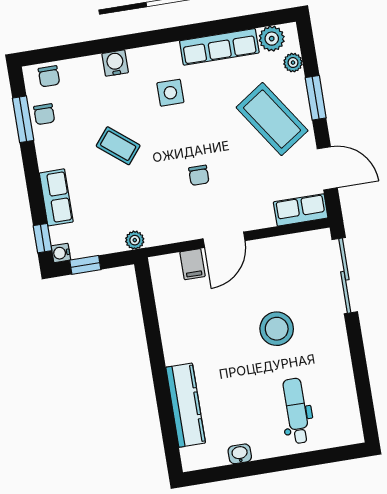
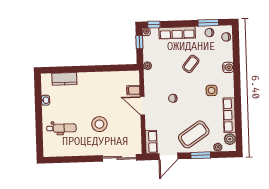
row of seats: (56, 197) -> (177, 33), width x1.48
kitchen counter: (186, 405) -> (64, 79), width x0.67

